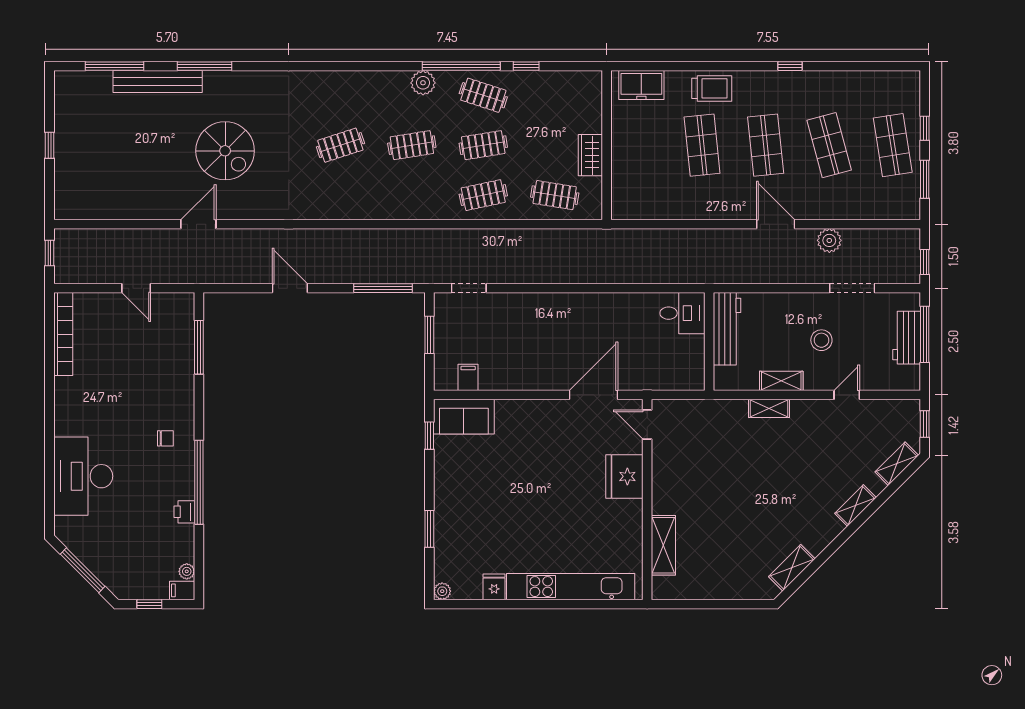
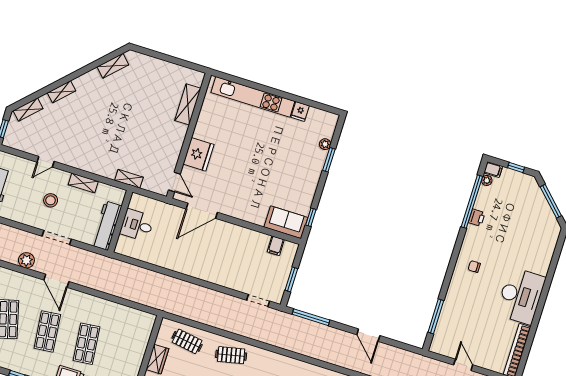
doorway: (852, 288) -> (57, 238), moved
desk: (682, 313) -> (137, 225), moved
shelving: (769, 408) -> (129, 179), moved
desk: (83, 476) -> (521, 296), moved
window: (199, 482) -> (472, 202), moved
plant: (442, 591) -> (325, 144), moved

